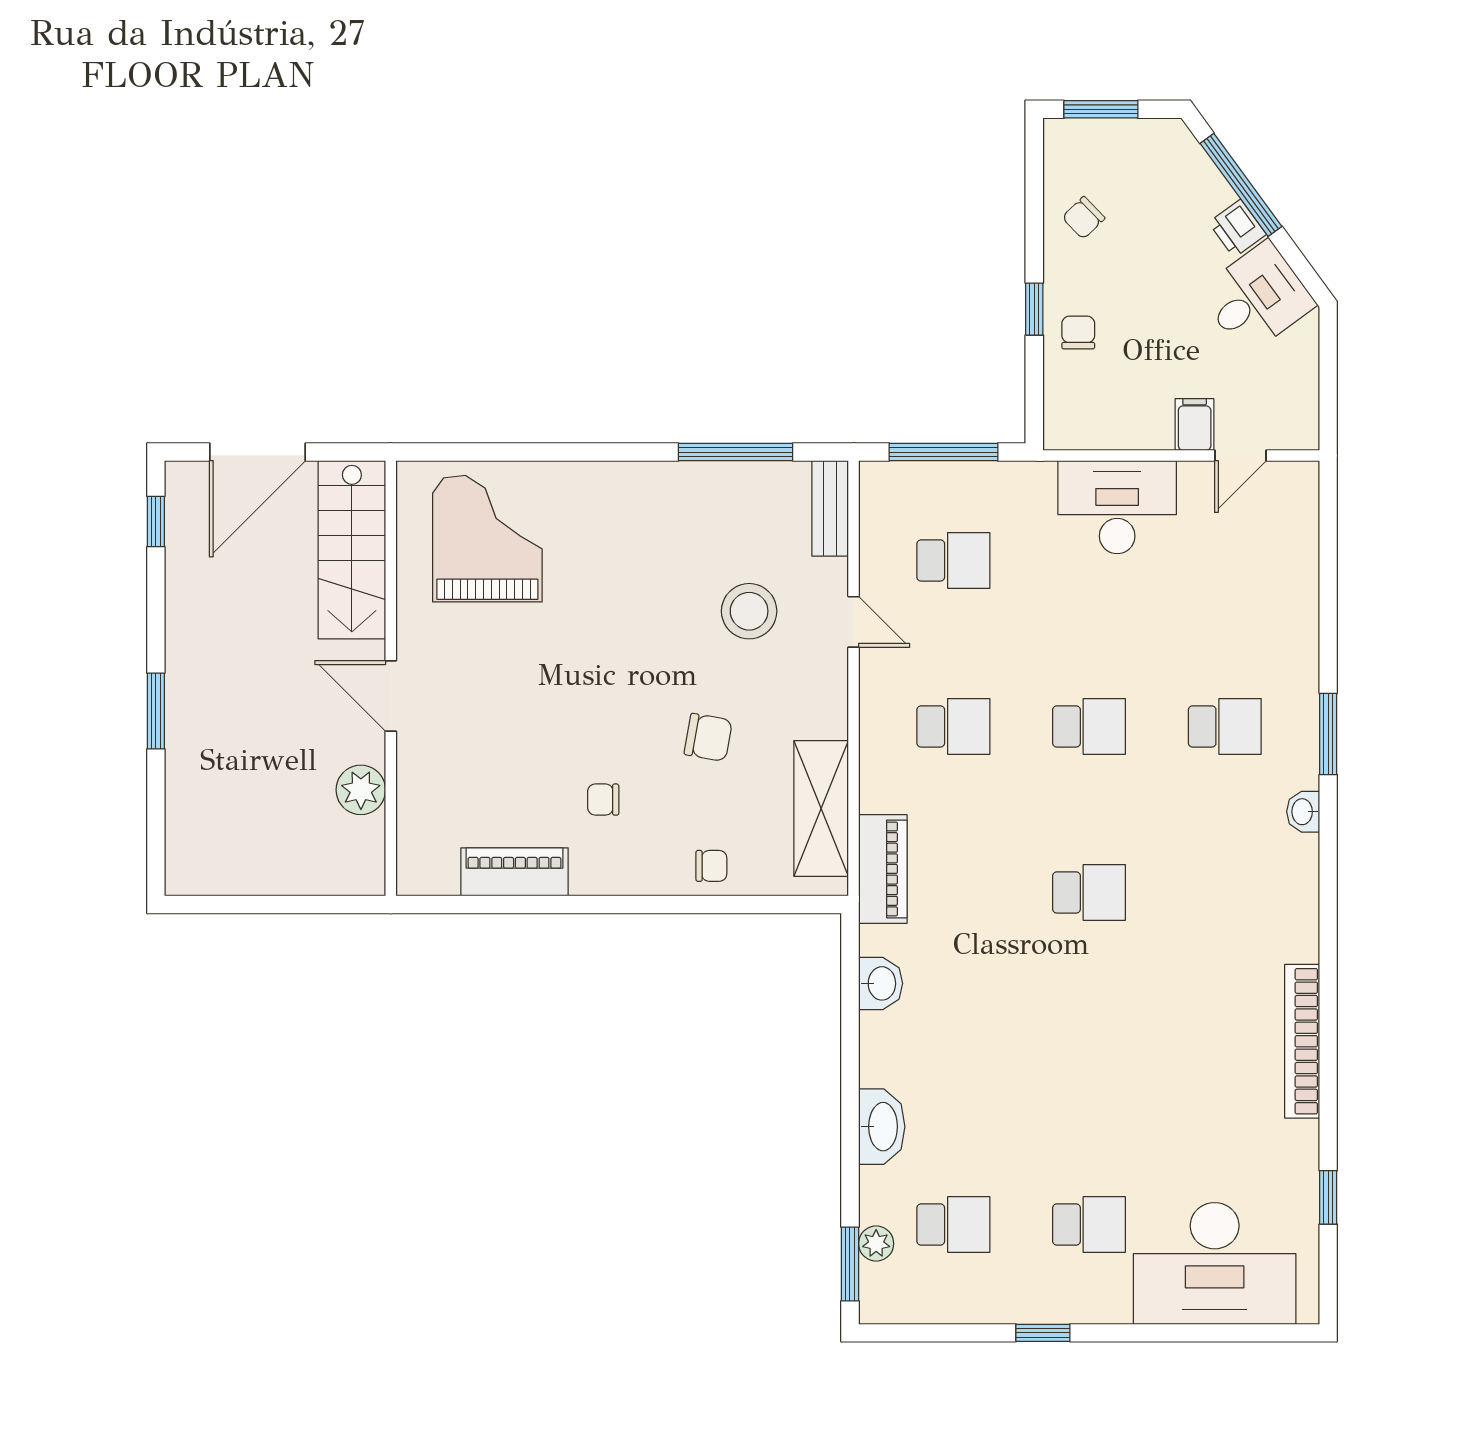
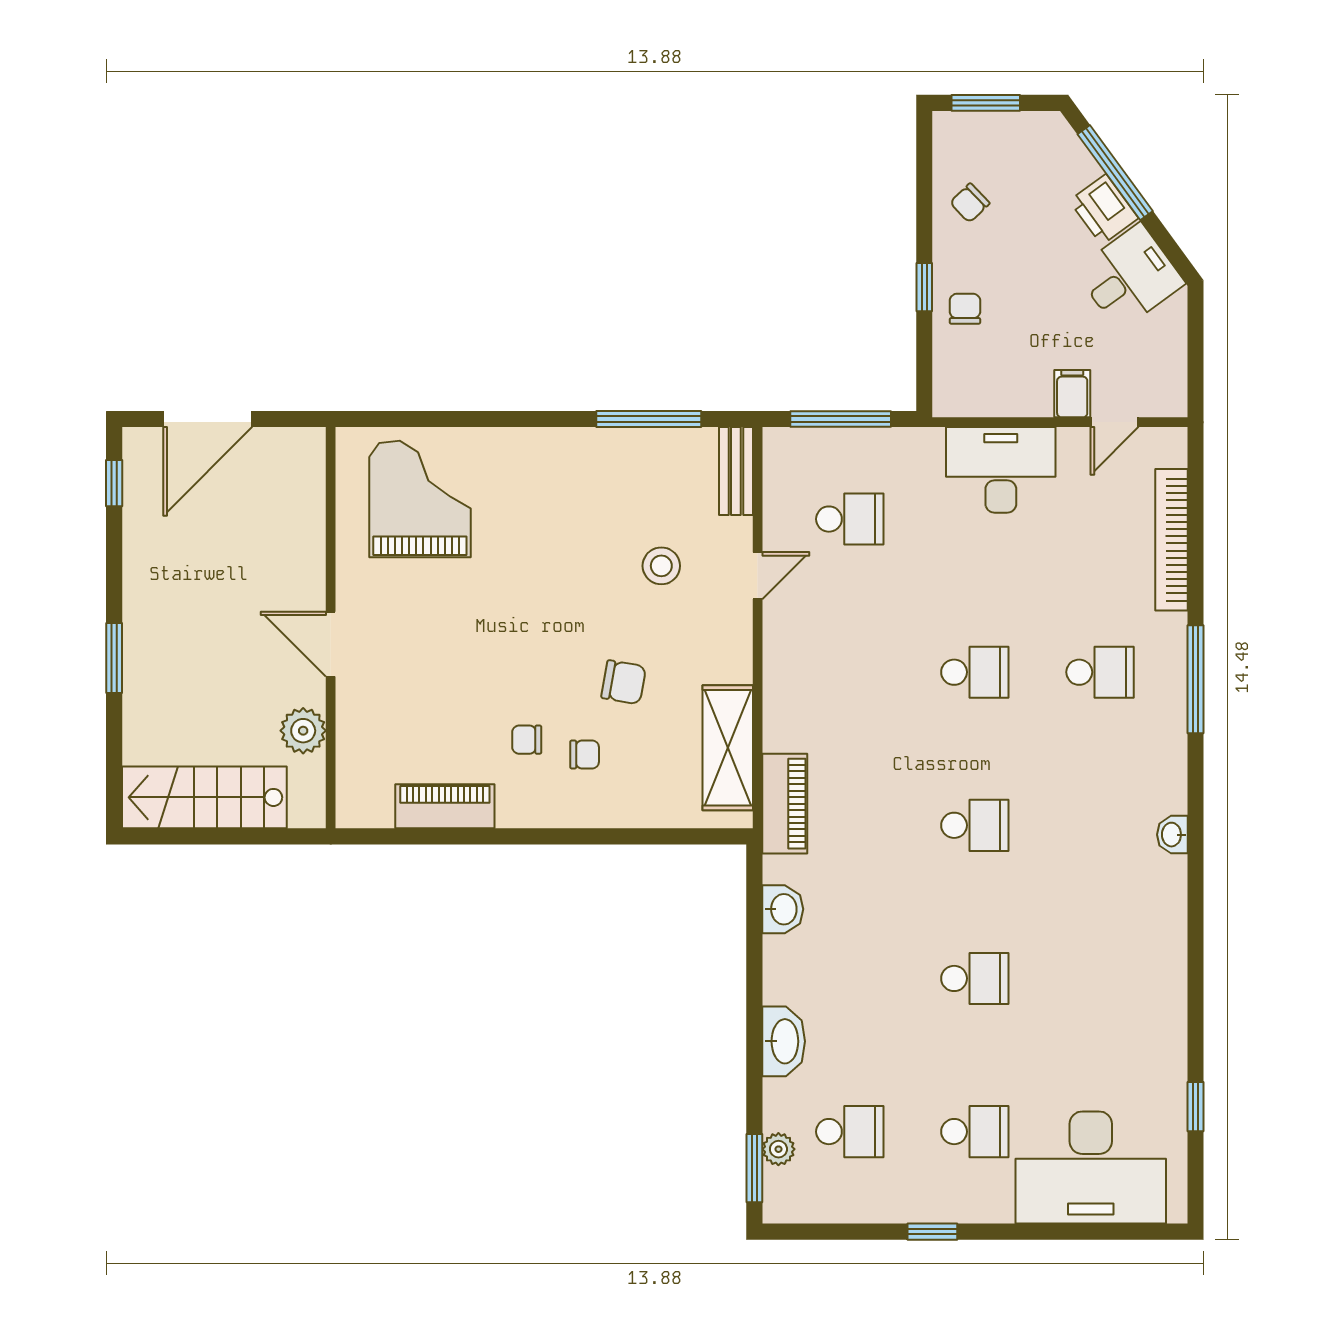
printer: (1237, 228) -> (1104, 209), width x1.36, depth x1.24
stairs: (352, 550) -> (204, 797), moved, turned 90
stool: (749, 611) -> (661, 566), width x0.73, depth x0.73
door: (853, 622) -> (758, 576), hinge flipped
school desk: (953, 726) -> (975, 978), moved
window: (1328, 734) -> (1195, 679), width x1.44
washbasin: (1303, 812) -> (1172, 835), moved
chair: (711, 866) -> (585, 755), moved
bookcase: (1302, 1041) -> (1171, 540), moved

